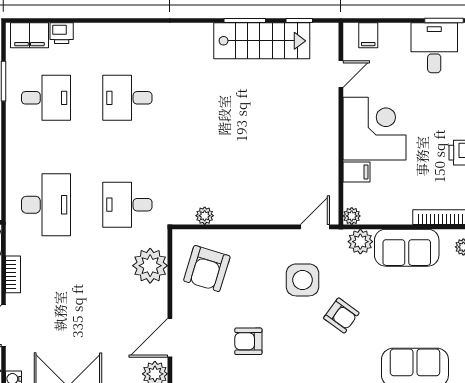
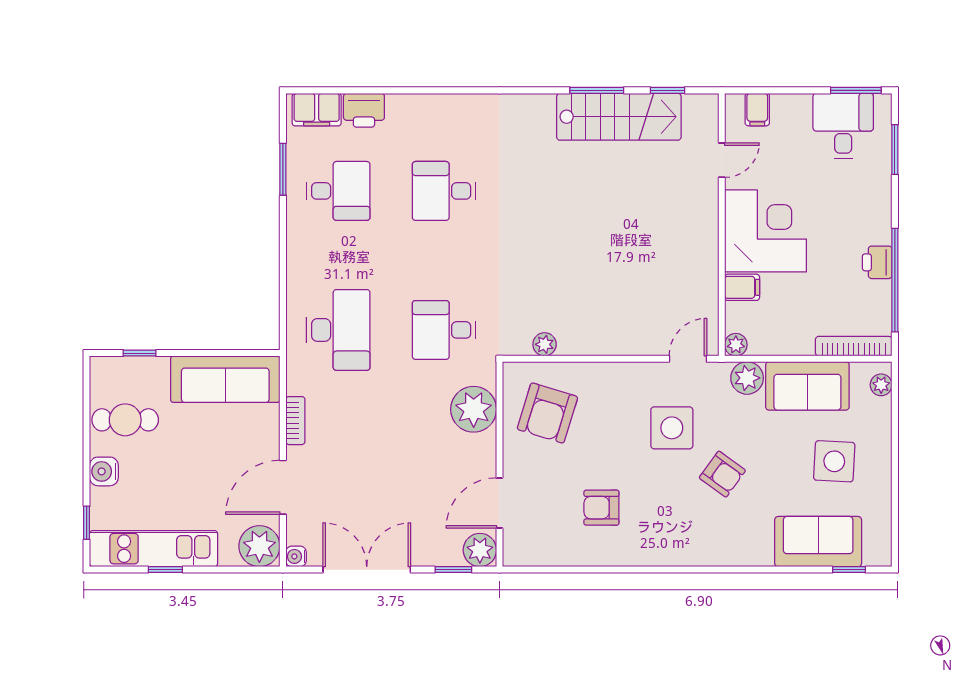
printer: (62, 33) -> (364, 110), width x1.36, depth x1.24
side table: (427, 306) -> (834, 461), added

